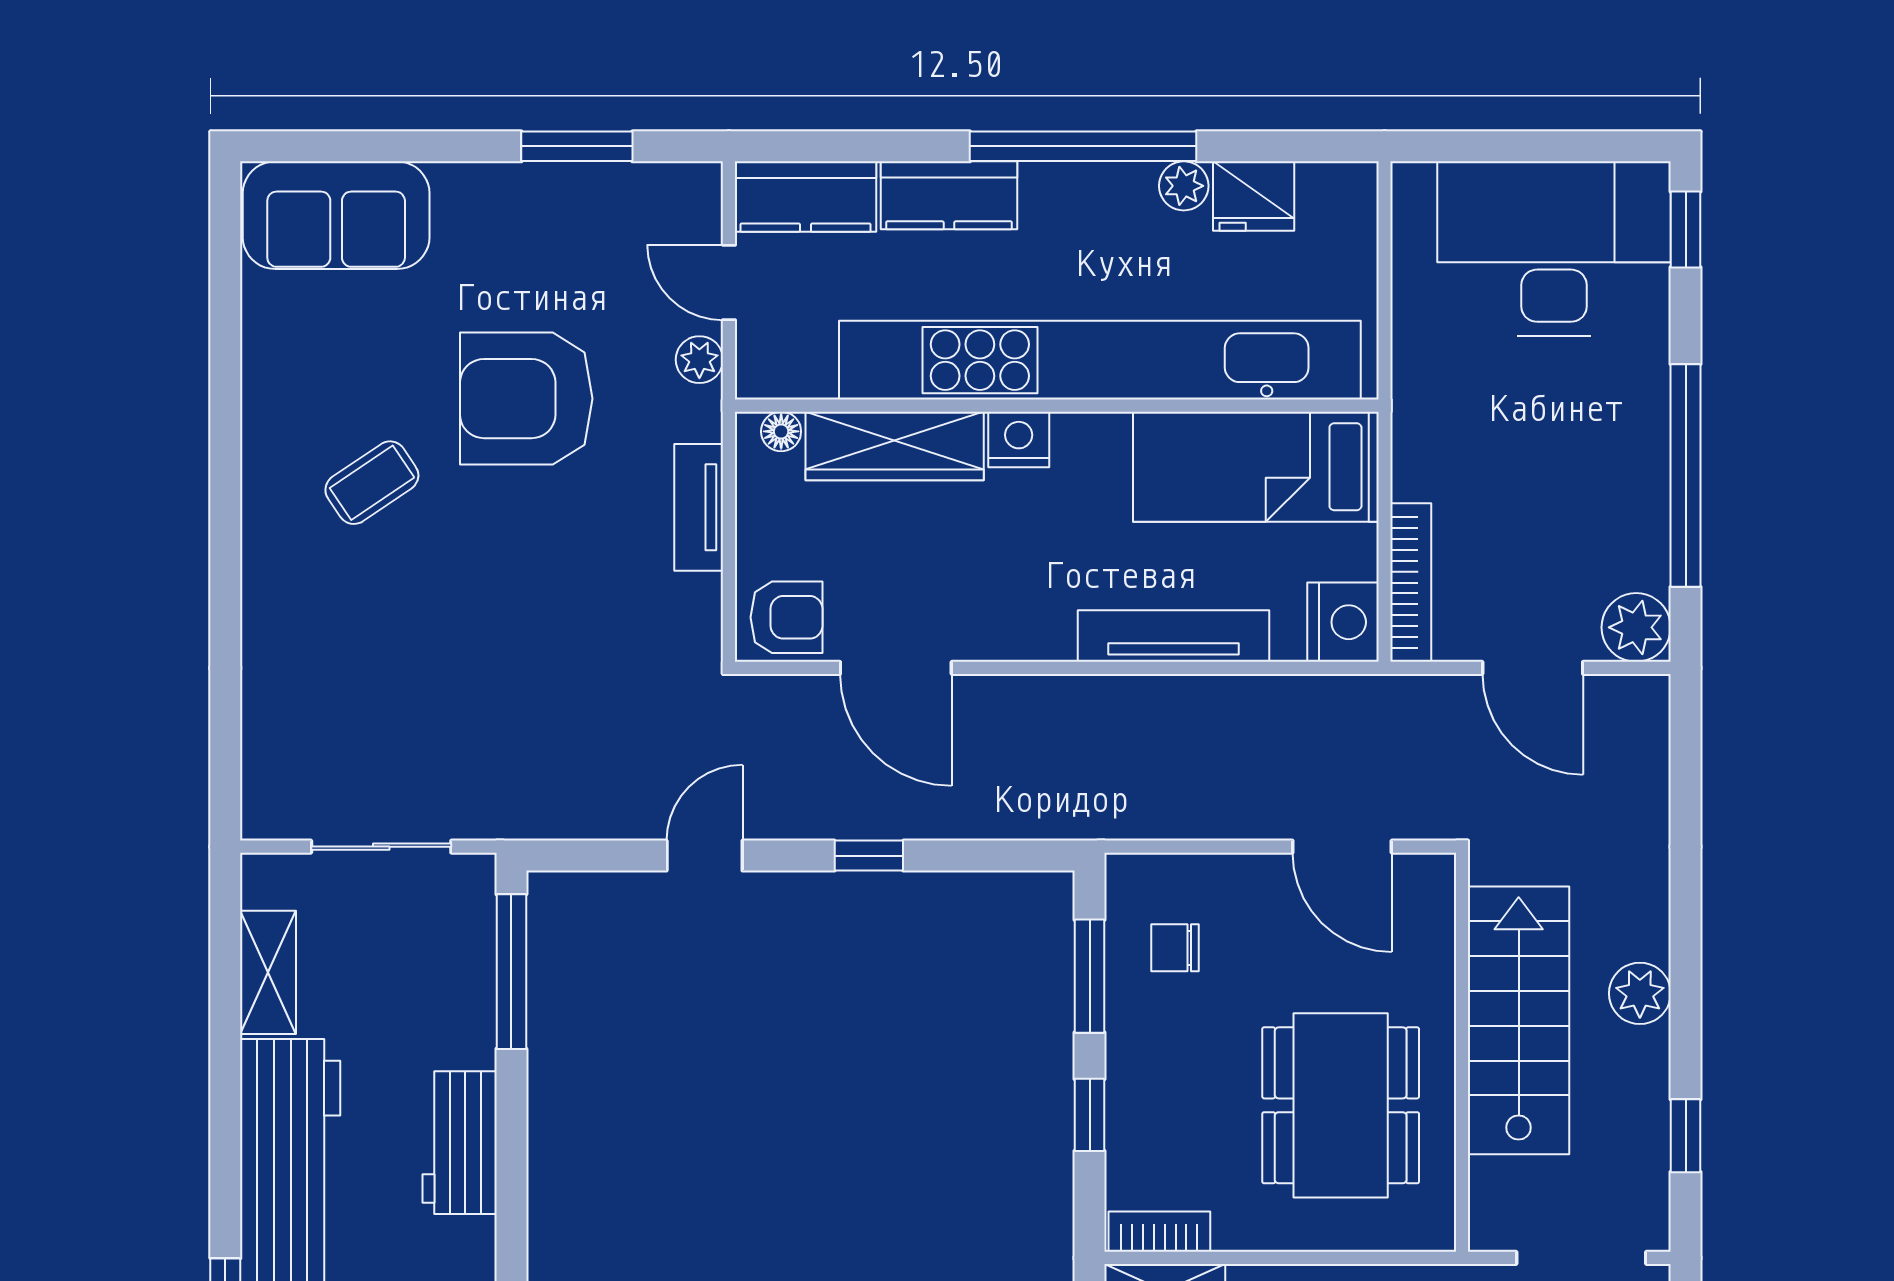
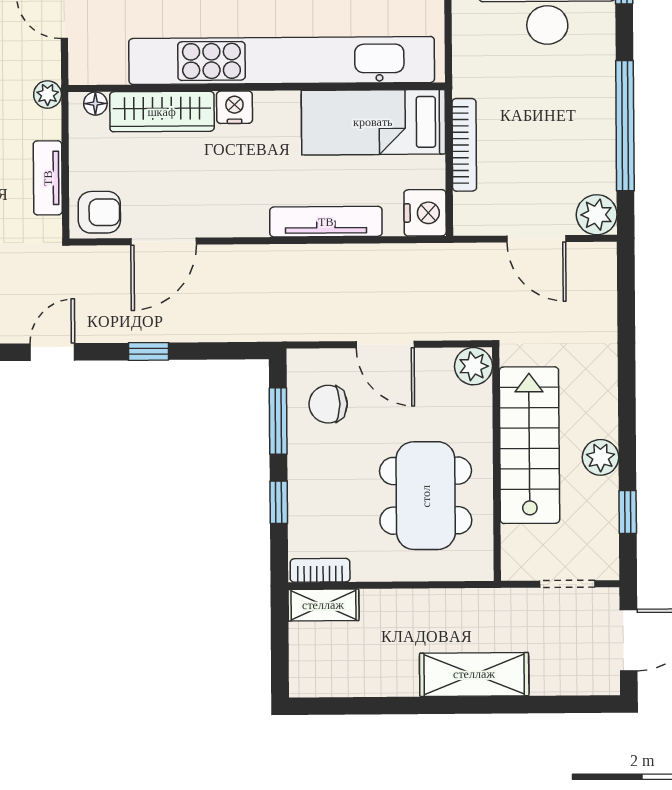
plant: (699, 360) -> (48, 94), moved
tv unit: (699, 507) -> (48, 178), moved
bookcase: (1411, 583) -> (464, 145), moved
door: (896, 668) -> (164, 241), hinge flipped
door: (1342, 847) -> (385, 345), moved
plant: (1424, 885) -> (474, 366), added
chair: (1175, 948) -> (328, 404), width x1.37, depth x1.37
plant: (1640, 993) -> (601, 457), moved
doorway: (1581, 1258) -> (567, 584), width x0.73

